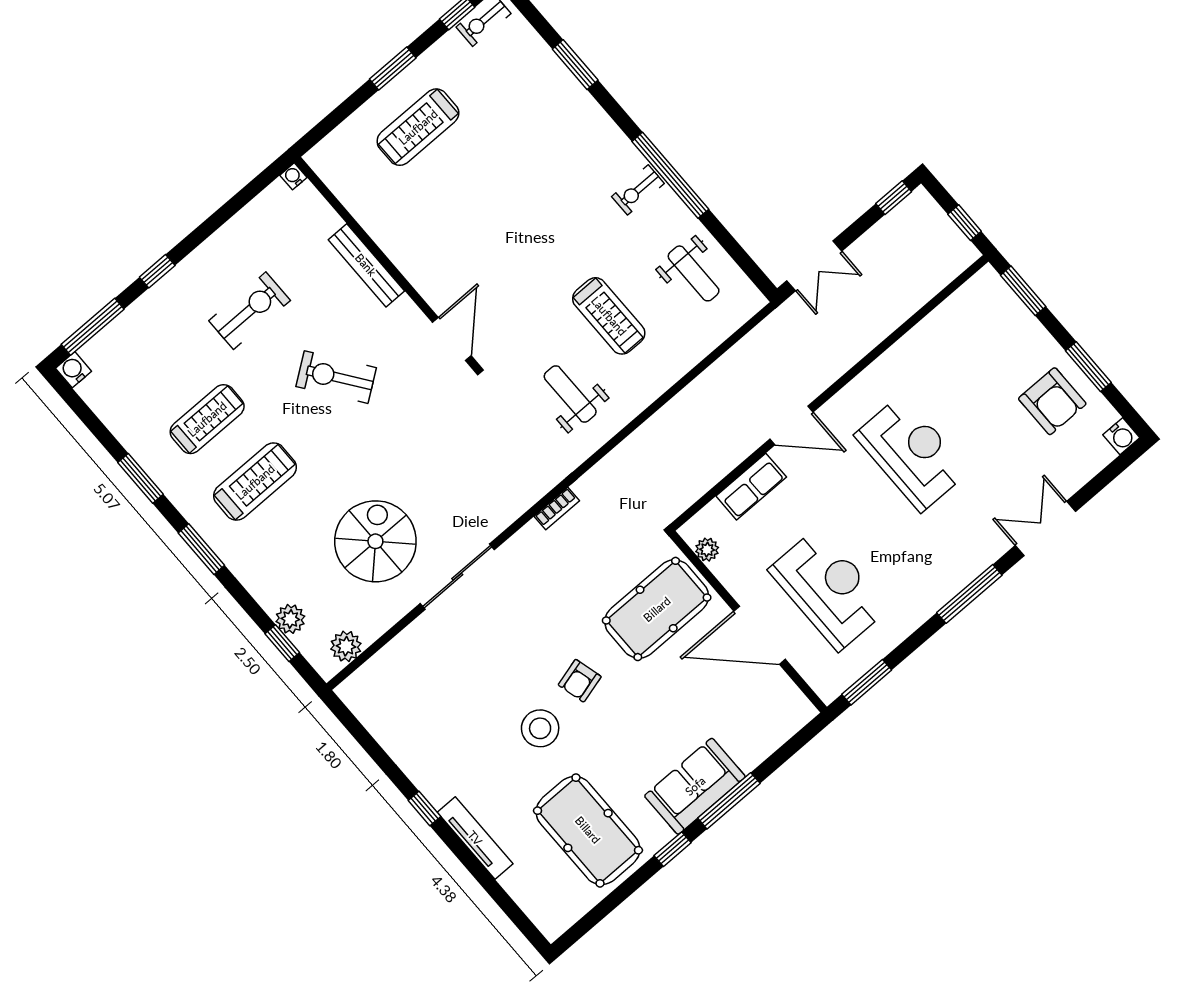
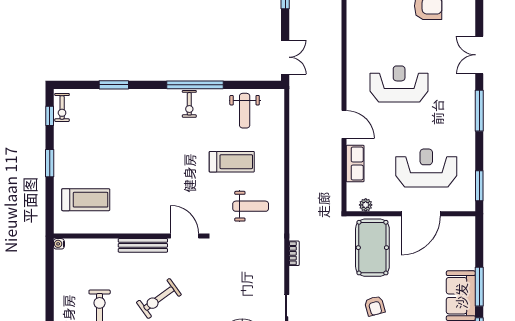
treadmill: (418, 127) -> (86, 200), moved, turned -90
bench: (366, 265) -> (143, 245), moved
weight bench: (694, 273) -> (245, 111), turned 90
weight bench: (570, 394) -> (251, 206), turned 180
door: (791, 425) -> (344, 124), hinge flipped

